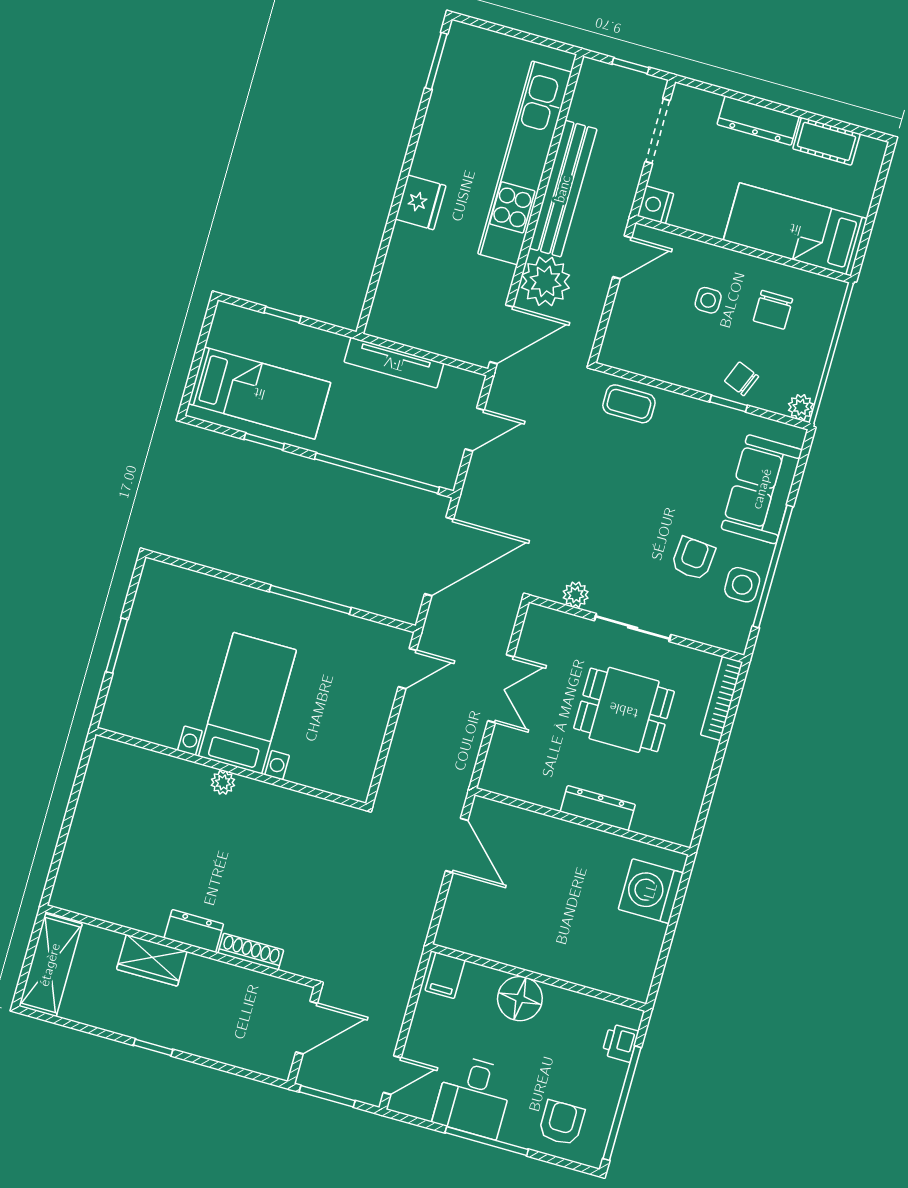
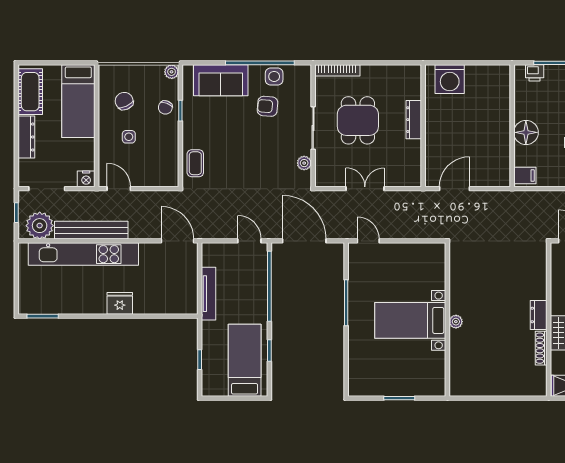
cot: (826, 141) -> (30, 92), width x1.37, depth x1.34
plant: (546, 281) -> (40, 226), moved
chair: (773, 310) -> (124, 101), turned -114
door: (475, 430) -> (249, 241), moved
shoe rack: (251, 952) -> (541, 348), moved

